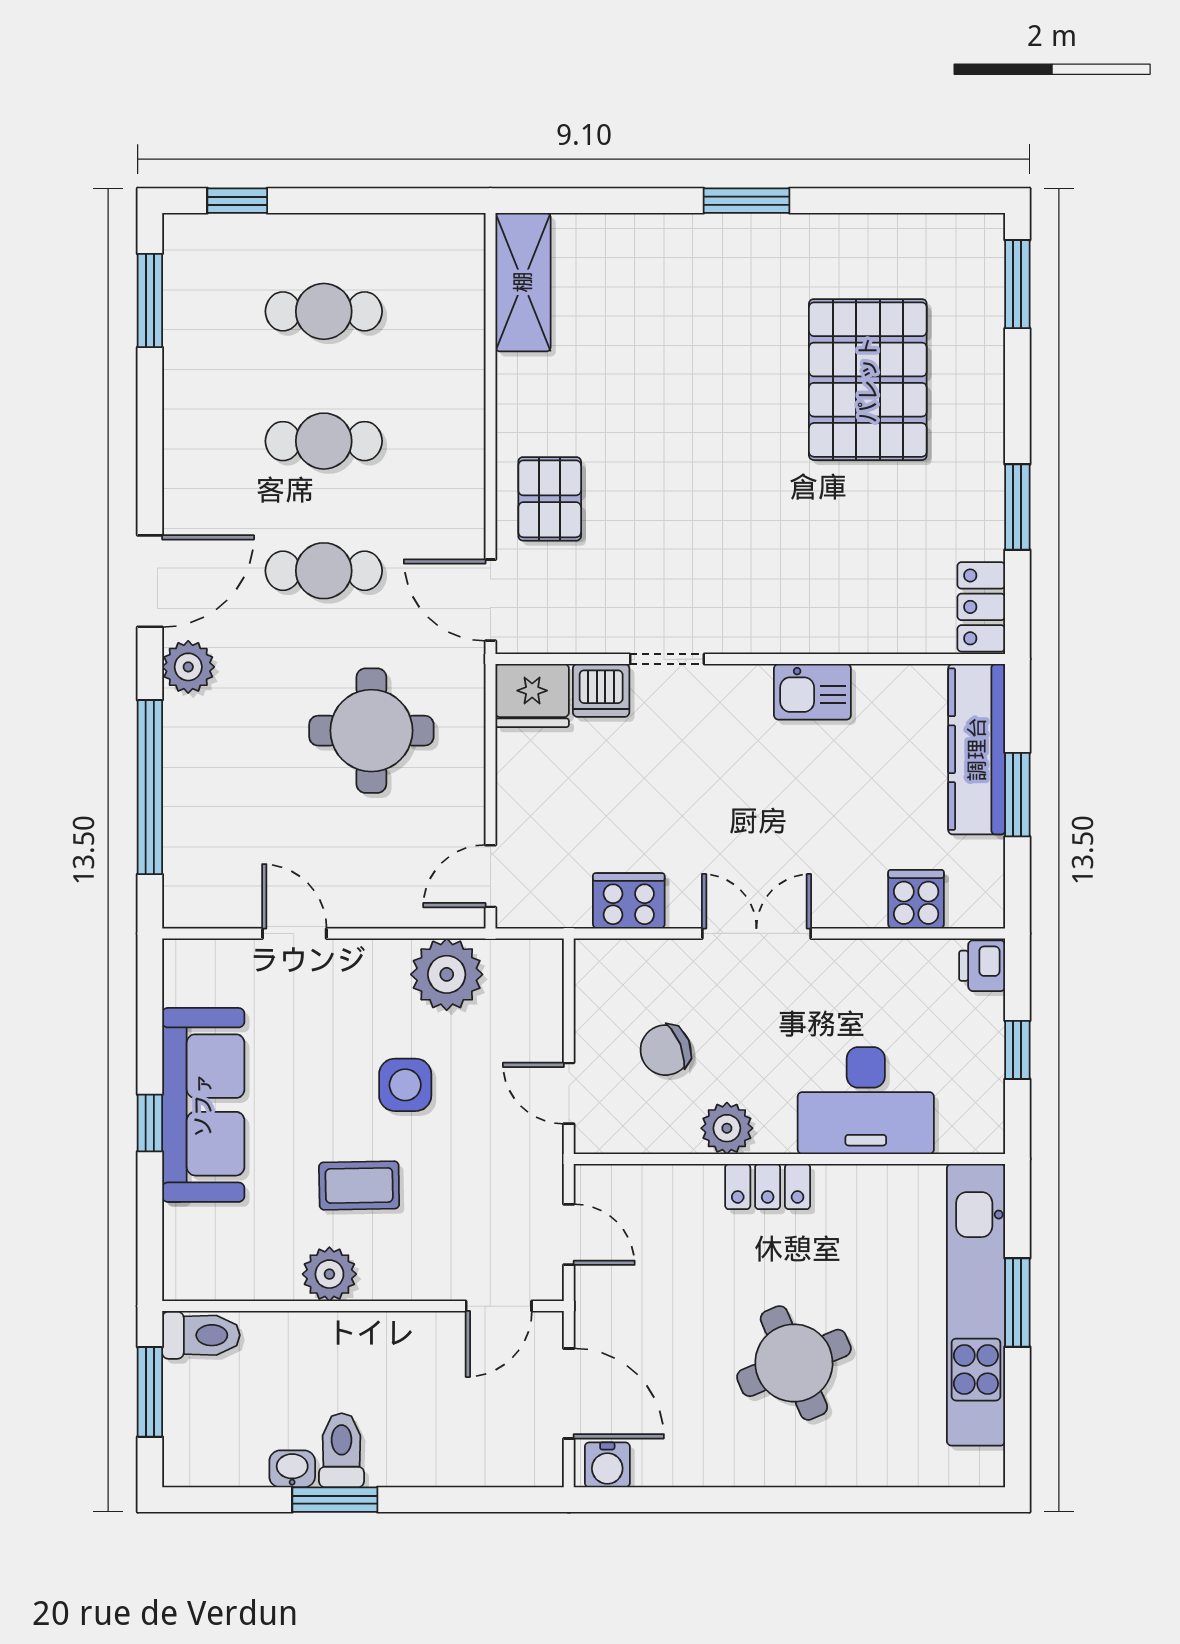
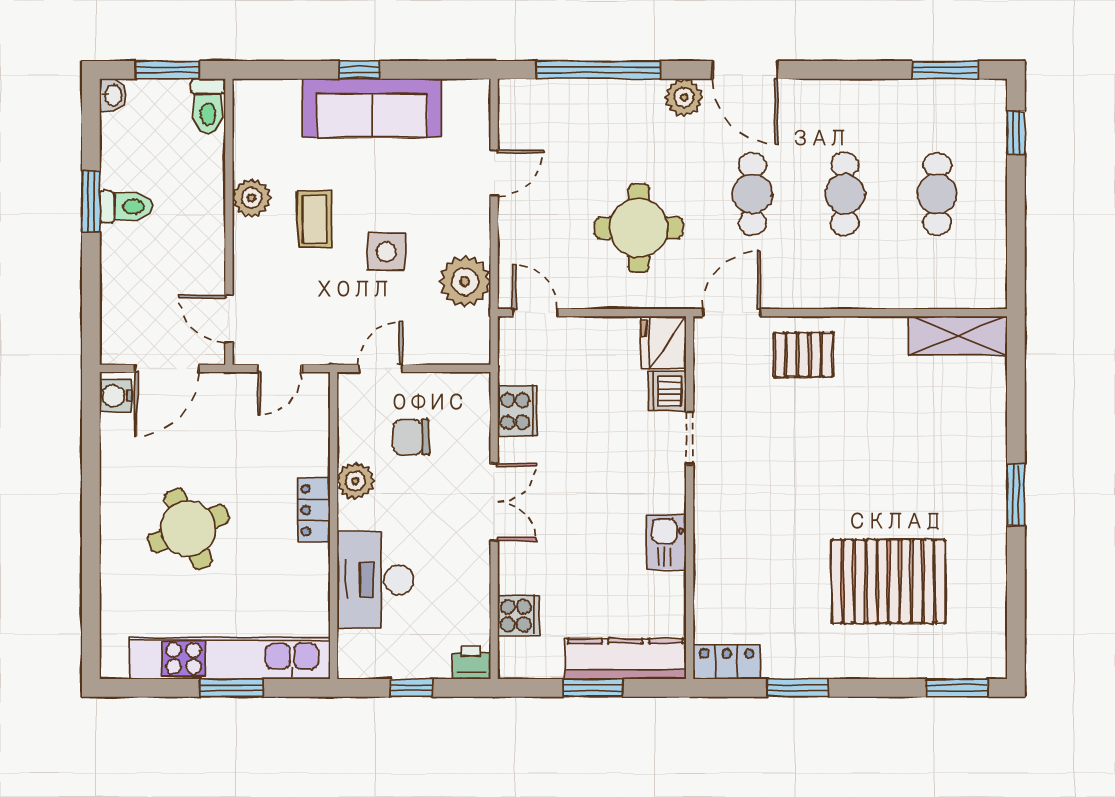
chair: (666, 1050) -> (411, 437), turned -69
washbasin: (292, 1469) -> (113, 95), moved

